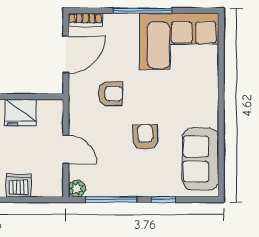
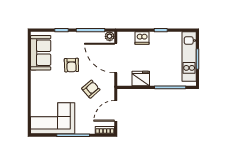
armchair: (110, 94) -> (91, 89), turned 139
door: (66, 149) -> (116, 58), width x1.88

